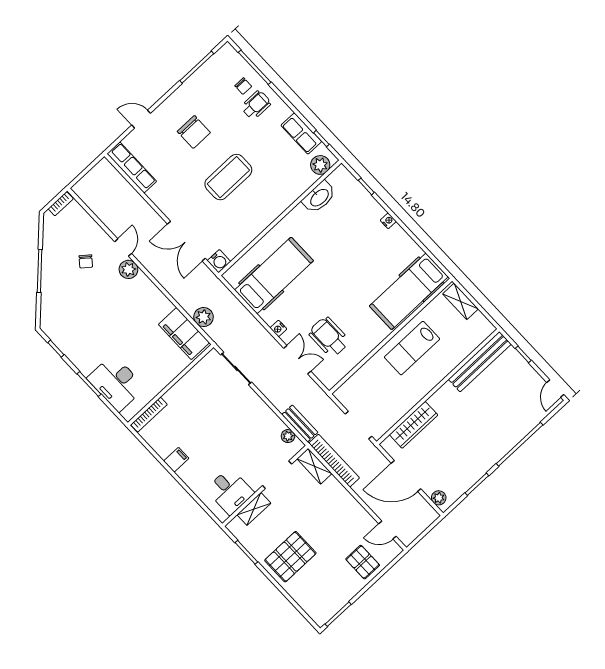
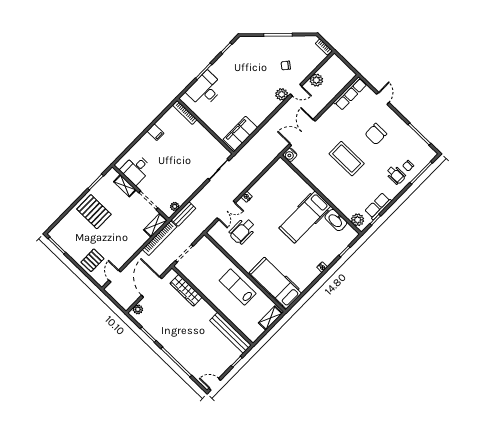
hospital bed: (274, 275) -> (305, 217), moved, turned 90
plant: (204, 317) -> (316, 80), moved
wheelchair: (329, 337) -> (242, 231), turned 180

